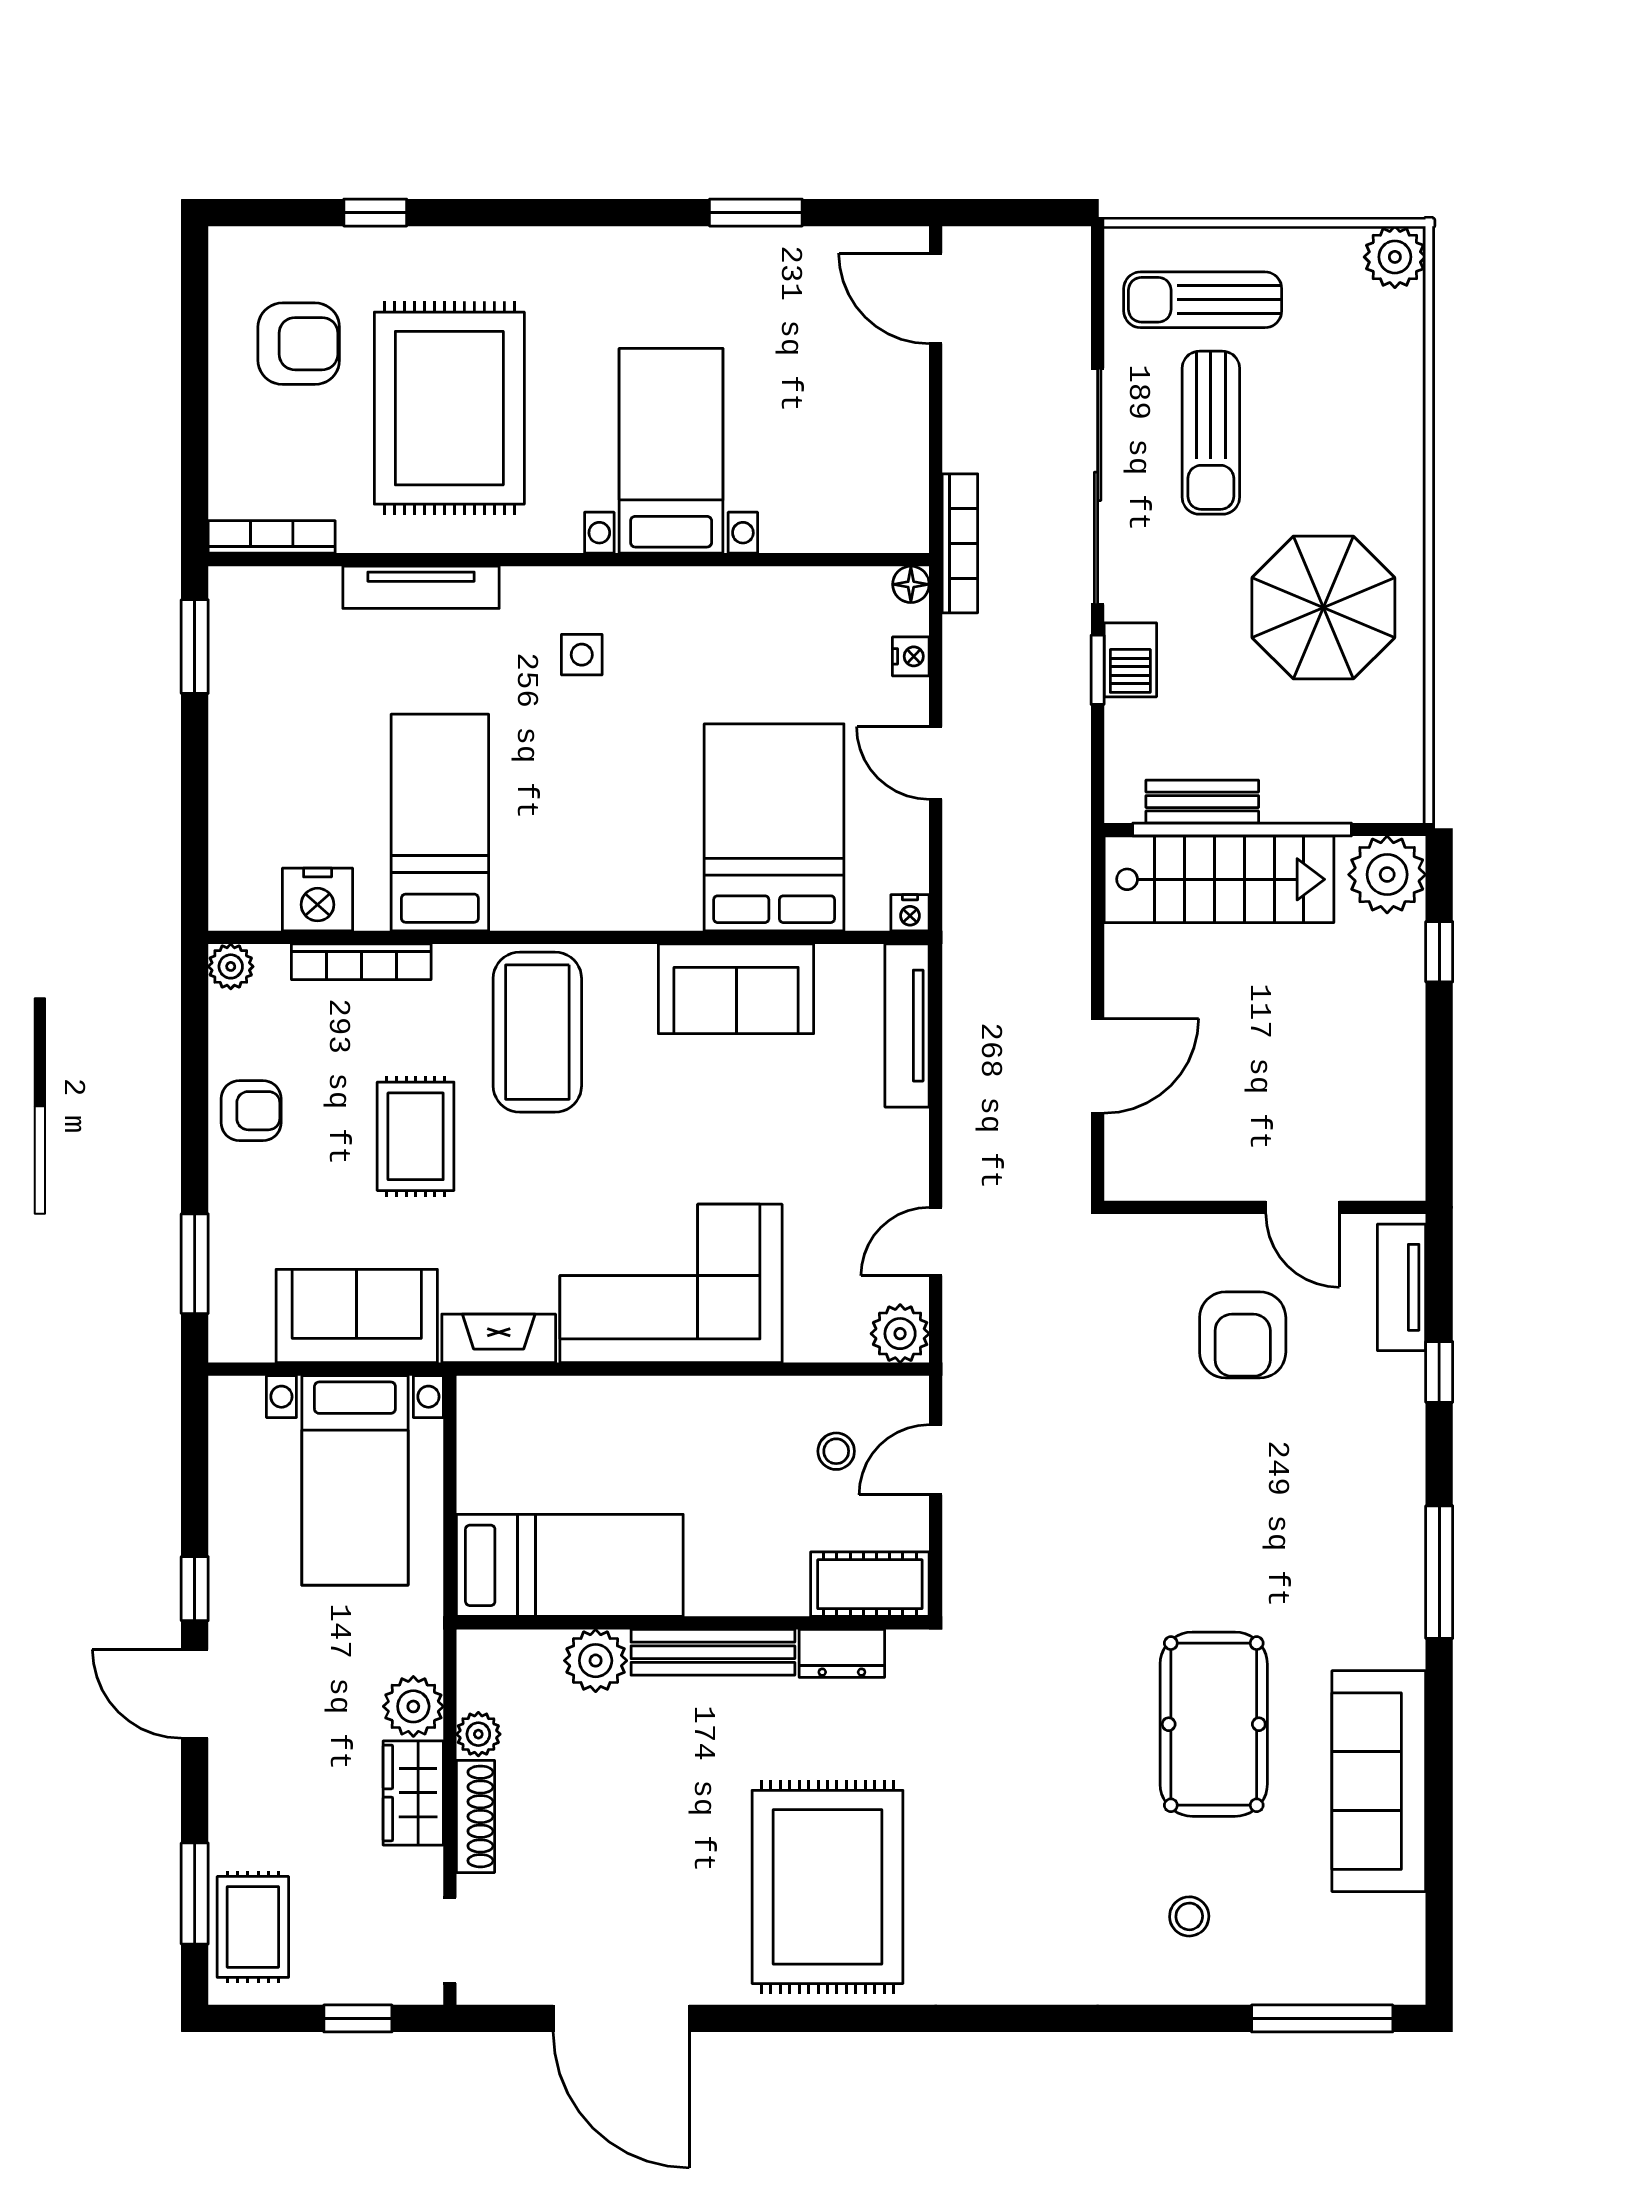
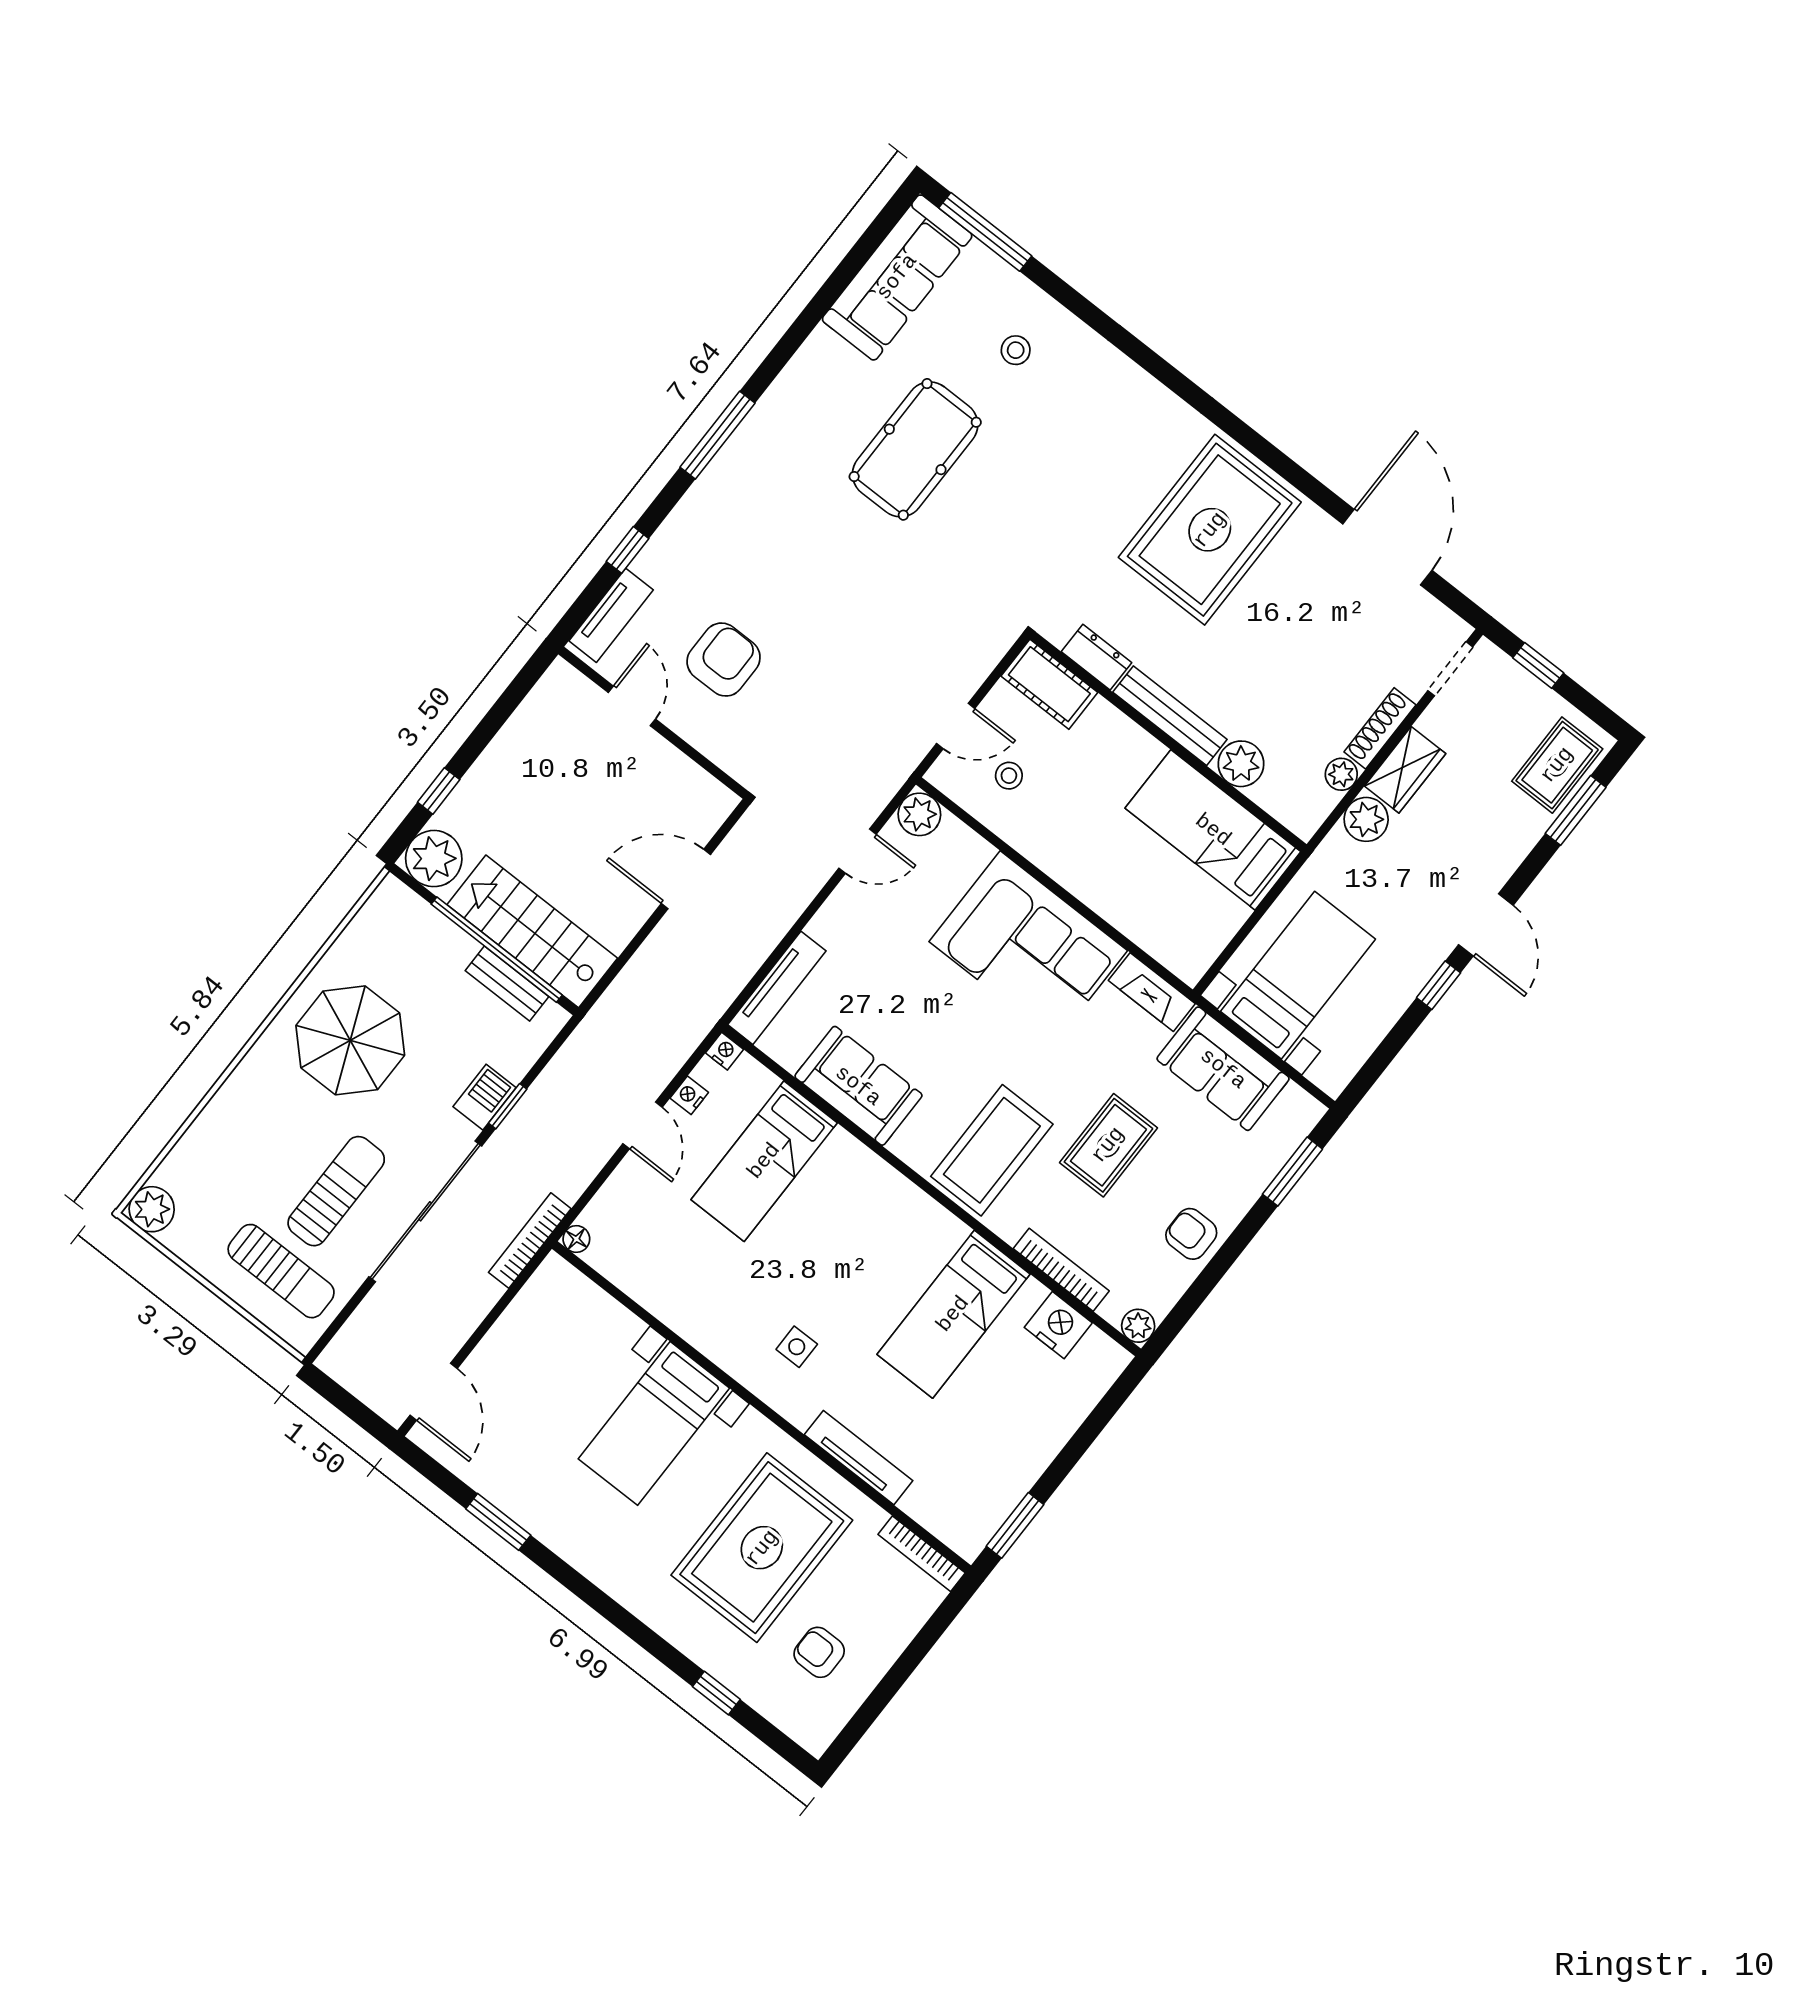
armchair: (299, 344) -> (819, 1652), width x0.72, depth x0.72
nightstand: (911, 656) -> (689, 1095), moved
bed: (774, 827) -> (764, 1161), width x0.67
sofa: (1379, 1781) -> (897, 277), moved

